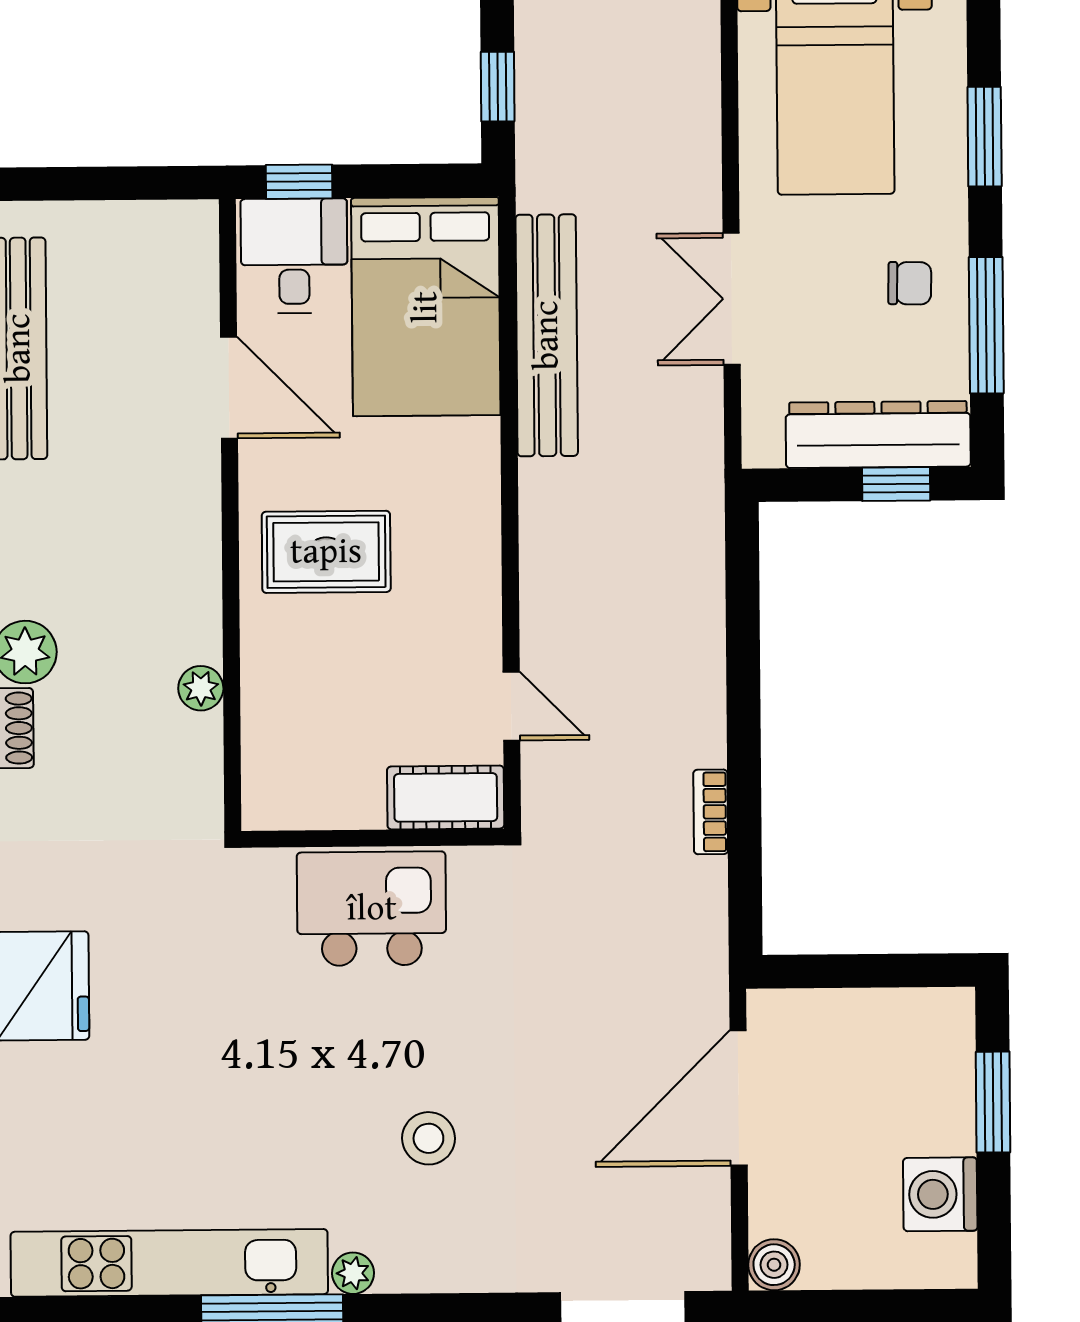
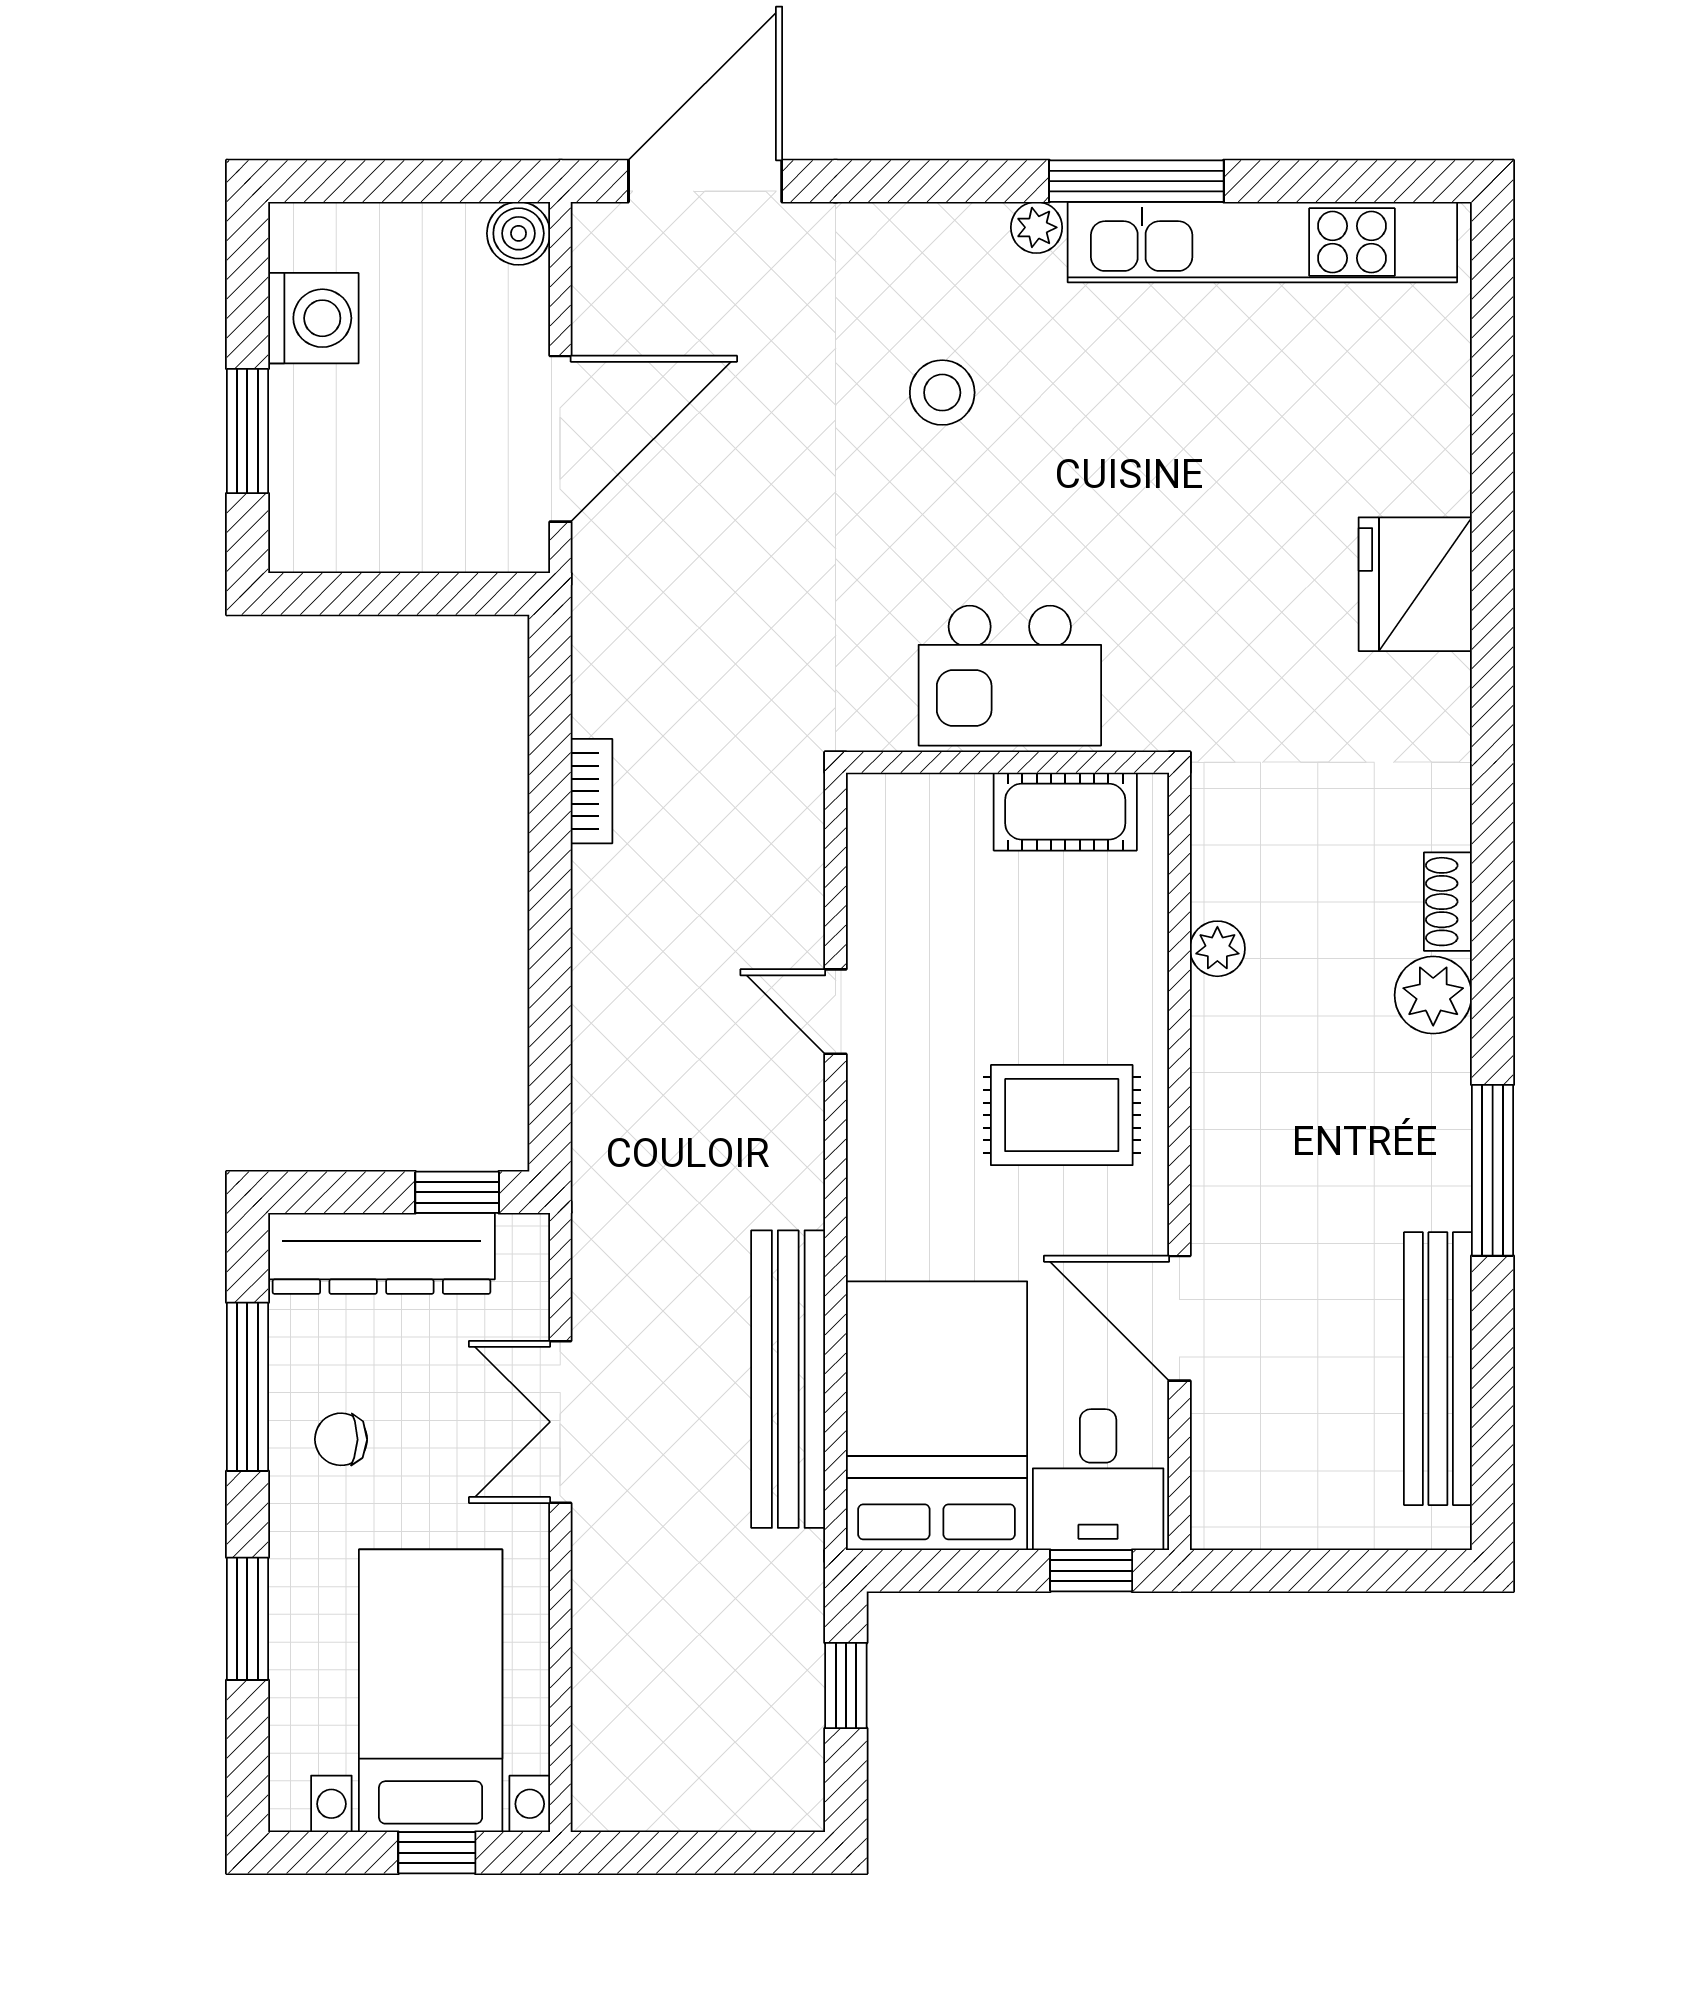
double door: (732, 299) -> (560, 1422), swing flipped
window: (896, 484) -> (457, 1192), moved
door: (511, 706) -> (836, 1012), moved
cot: (446, 797) -> (1065, 812), moved

